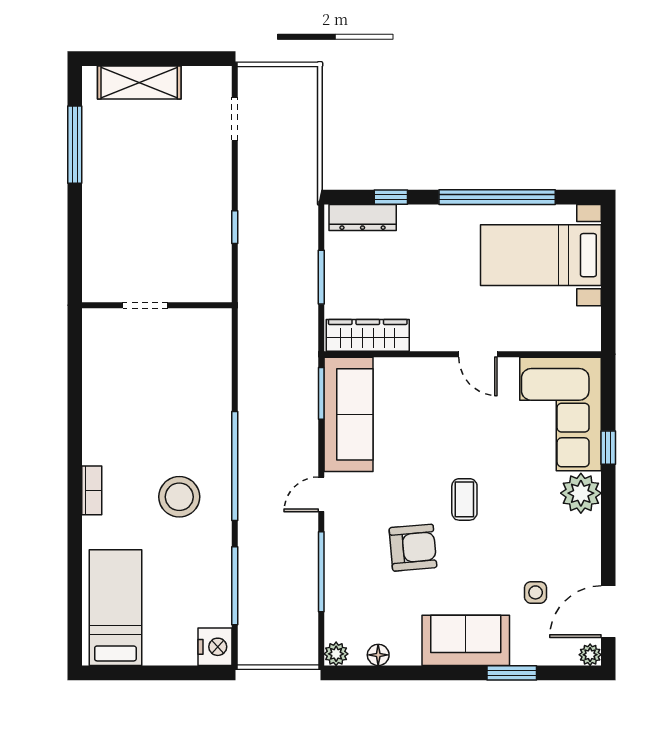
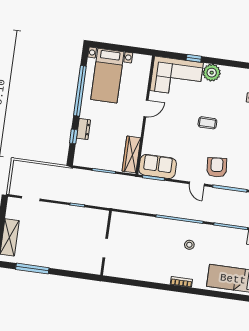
dresser: (363, 217) -> (83, 129), moved, width x0.70
sofa: (349, 414) -> (158, 166), width x0.73
stool: (179, 497) -> (189, 245), width x0.53, depth x0.53
armchair: (413, 548) -> (217, 167), moved

